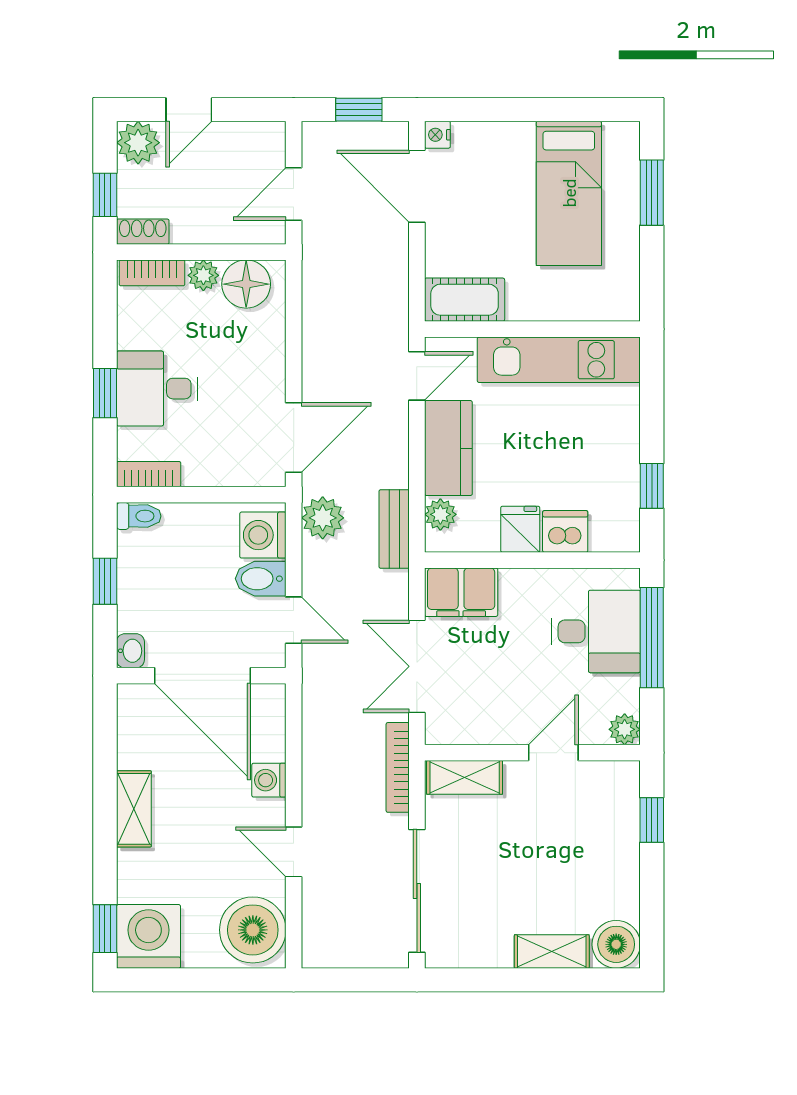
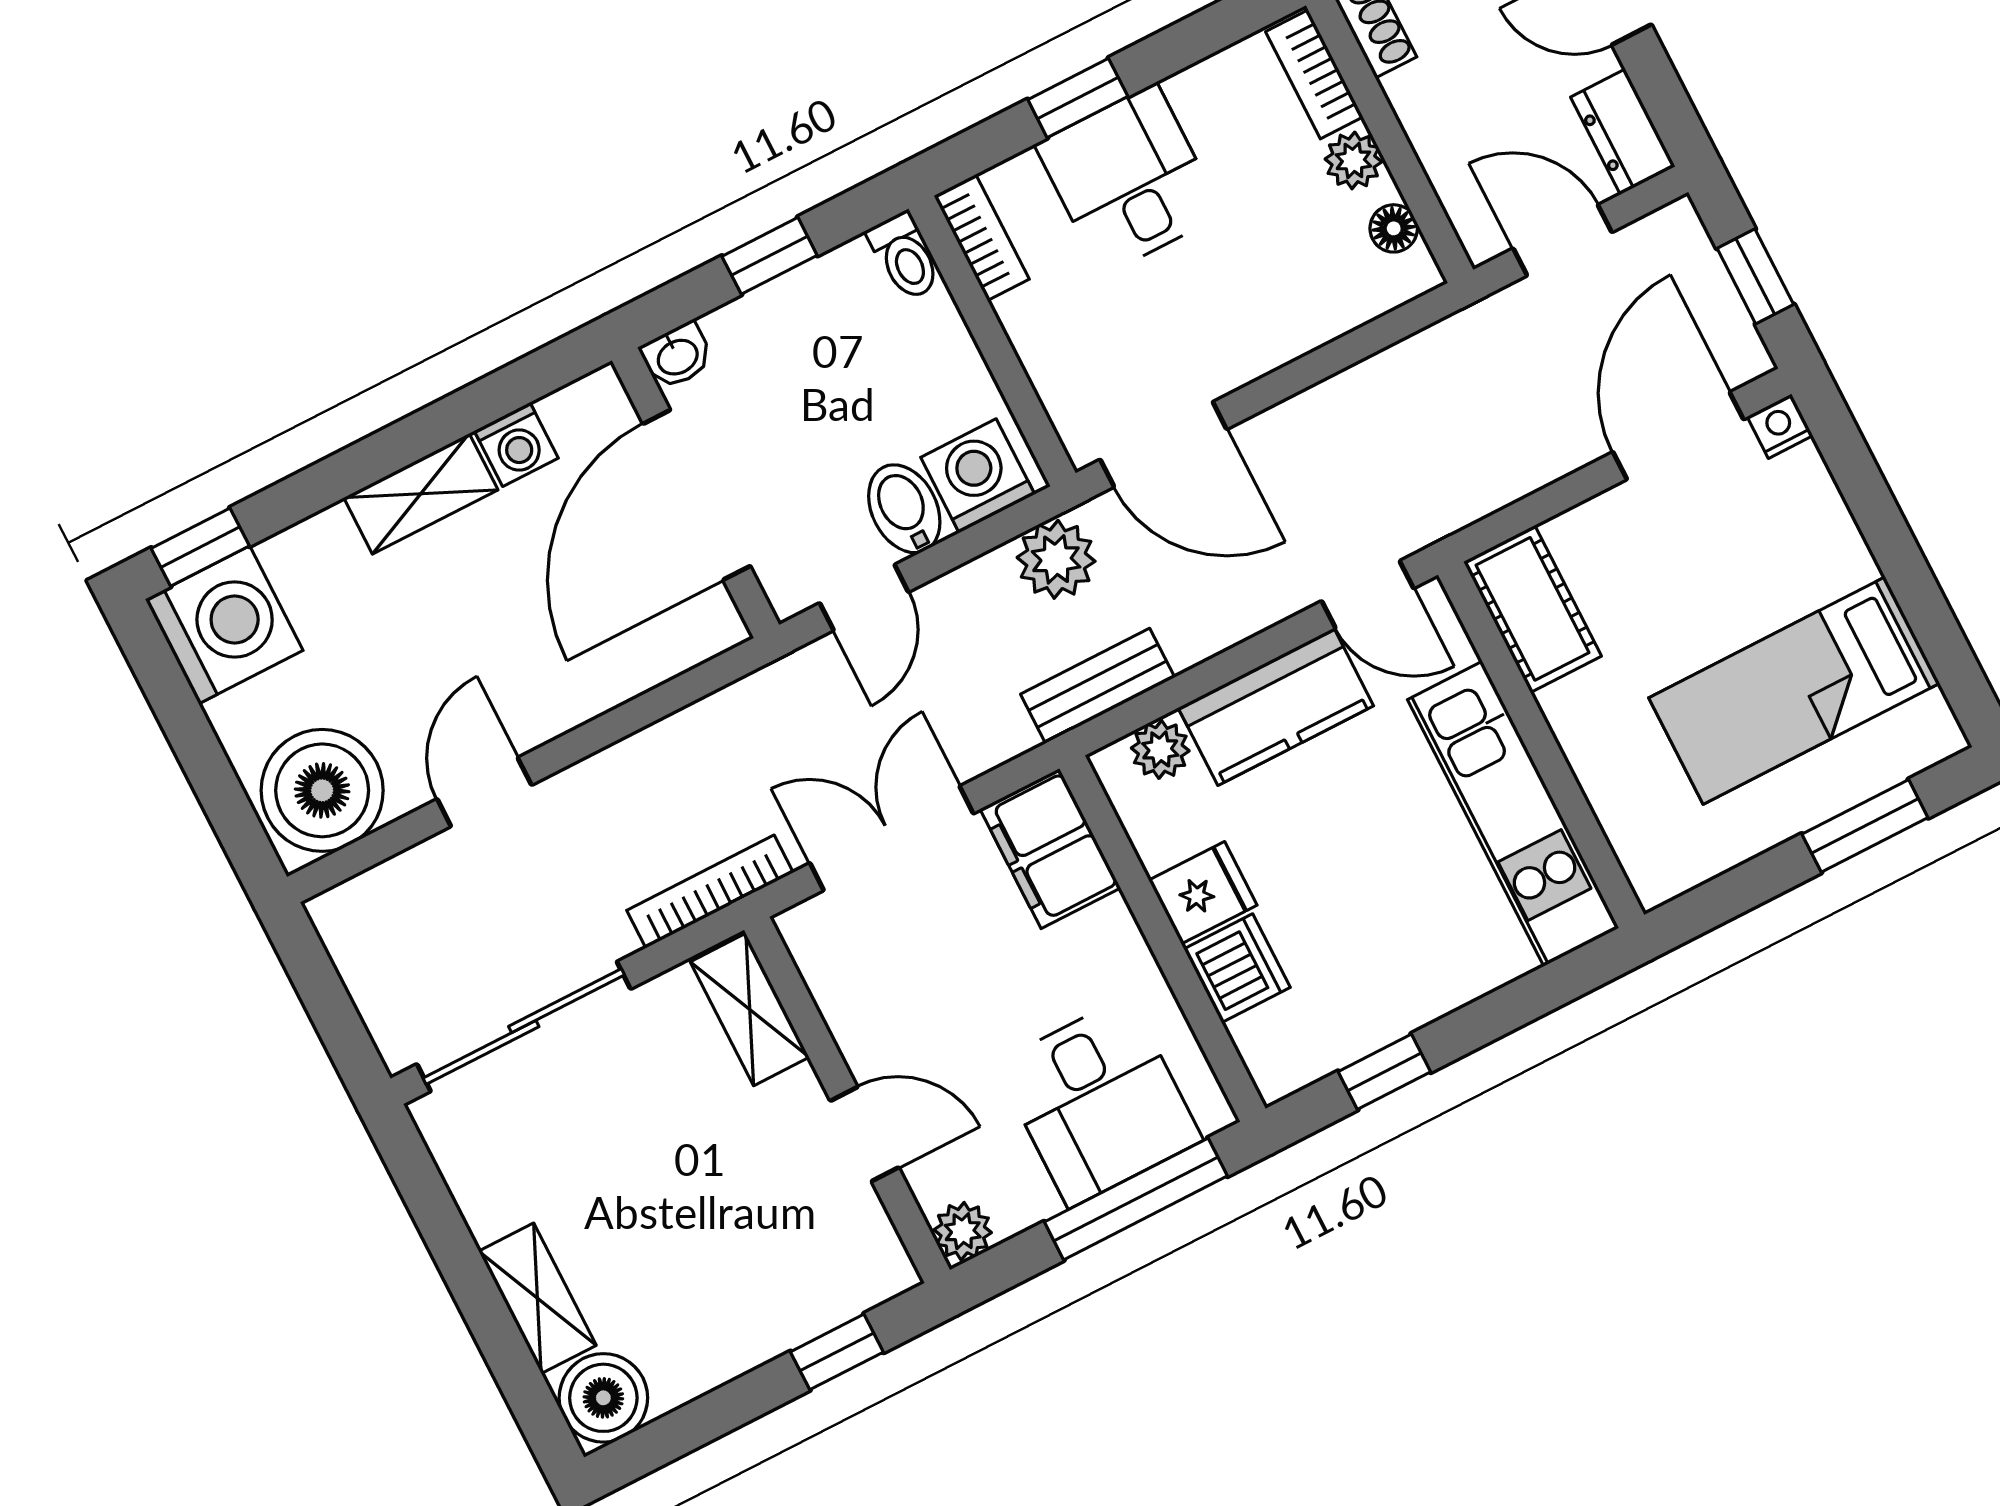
dresser: (256, 138) -> (1623, 132), added
floor lamp: (246, 284) -> (1394, 228), width x0.53, depth x0.53
washing machine: (269, 780) -> (516, 444), moved, turned 180

